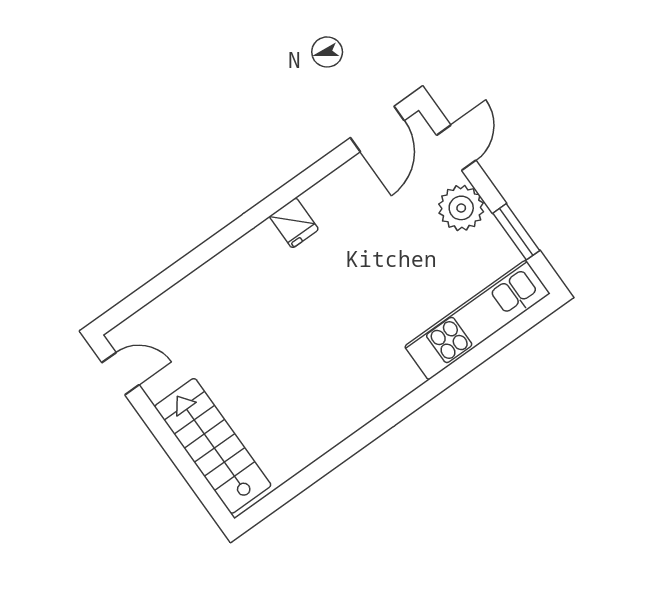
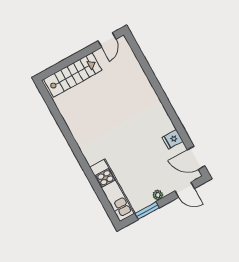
plant: (461, 208) -> (158, 195), width x0.53, depth x0.53
fridge: (294, 223) -> (173, 139), moved

